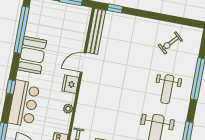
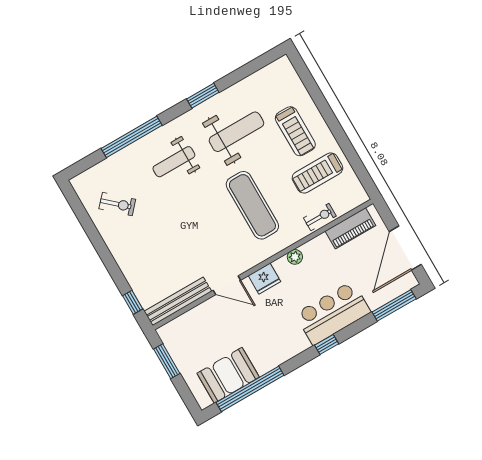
booth: (32, 55) -> (228, 375), moved
weight bench: (167, 89) -> (174, 162), turned 180
exercise mat: (112, 110) -> (252, 205), added

